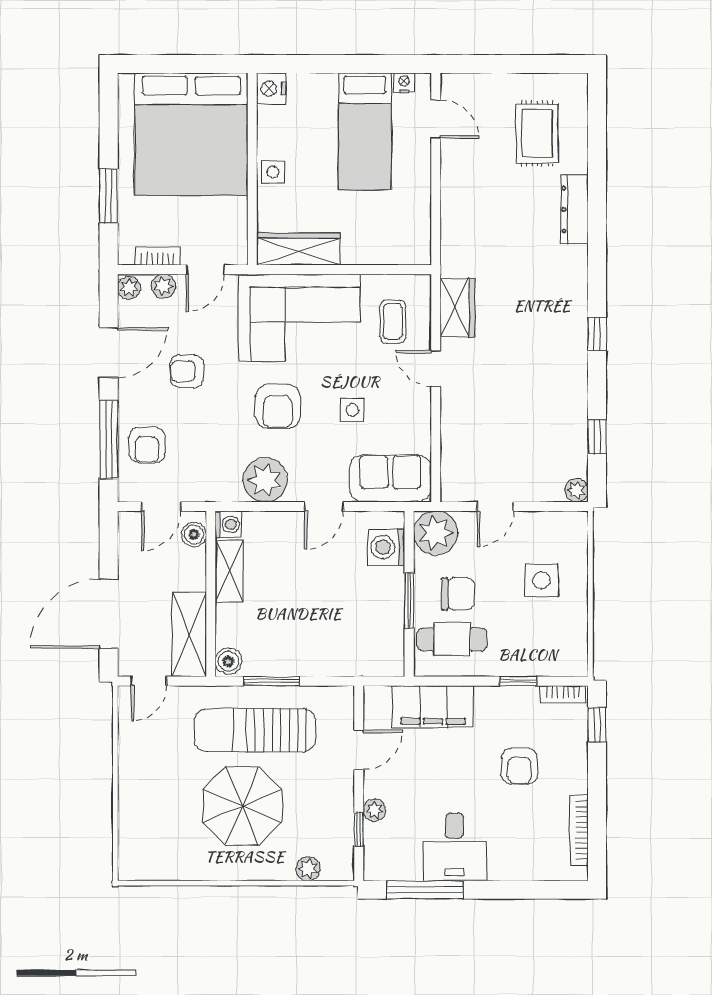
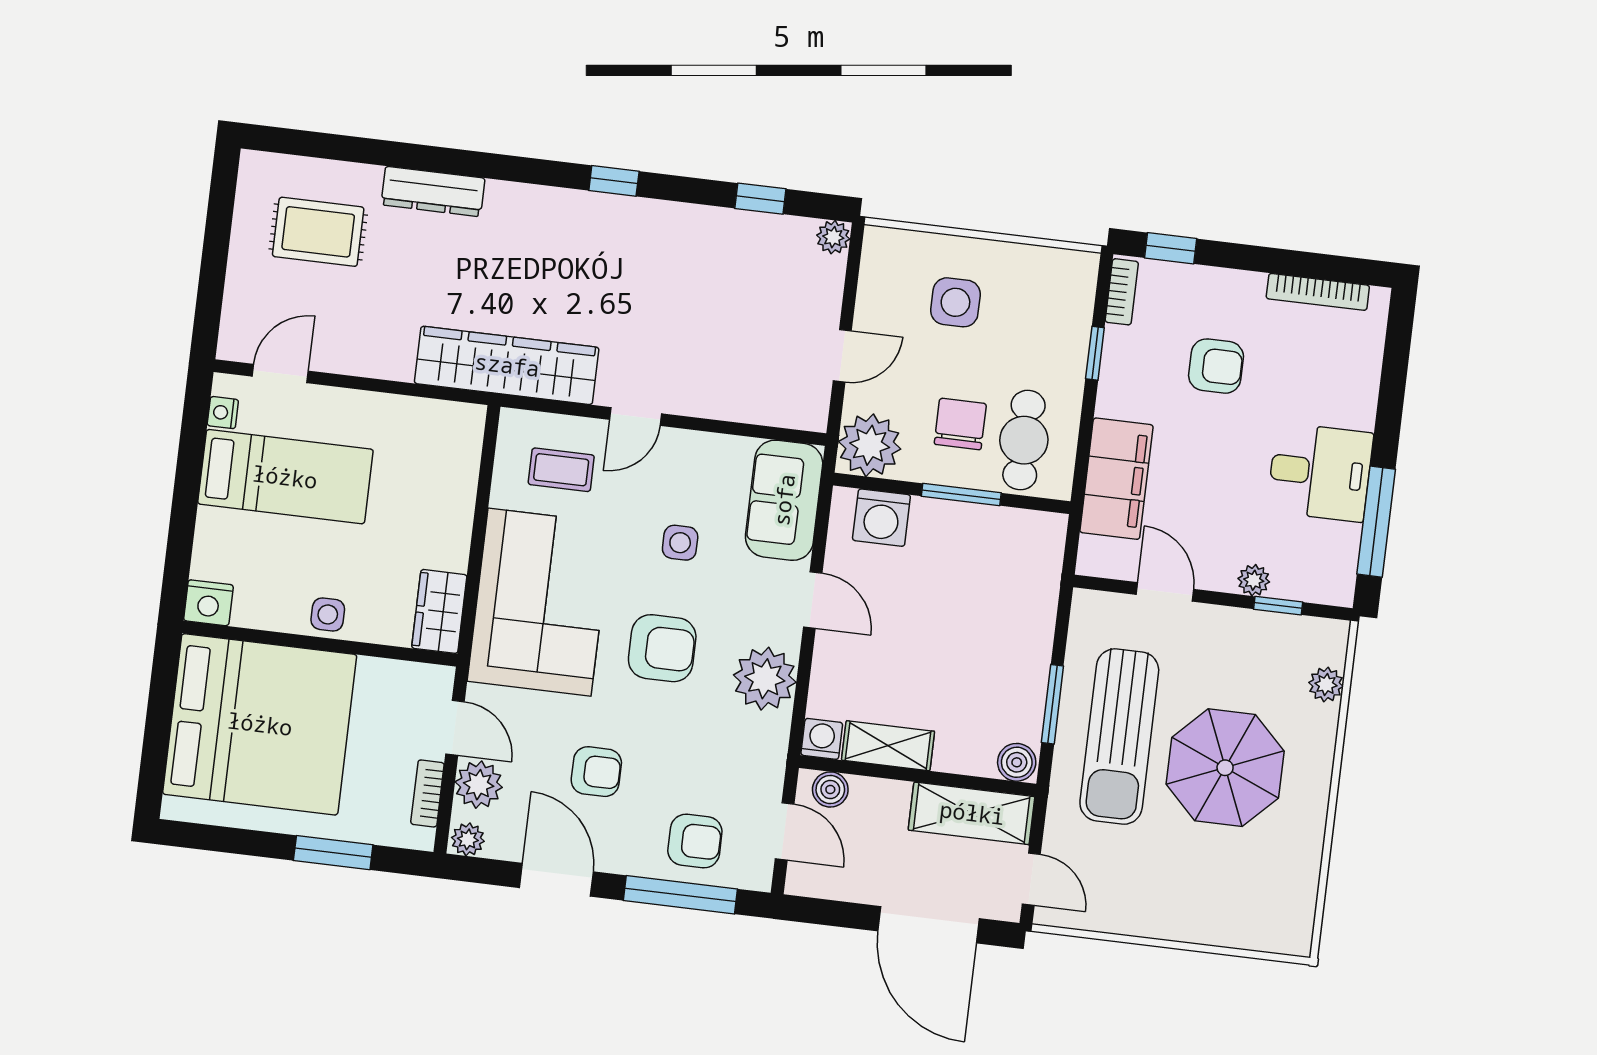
wardrobe: (298, 249) -> (439, 611), width x0.67
plant: (163, 286) -> (479, 785), width x1.38, depth x1.38
wardrobe: (457, 308) -> (507, 365), width x2.10, depth x1.17
armchair: (187, 371) -> (596, 772), turned -90
door: (495, 506) -> (842, 356), hinge flipped

